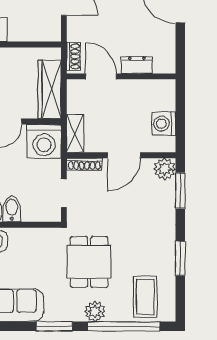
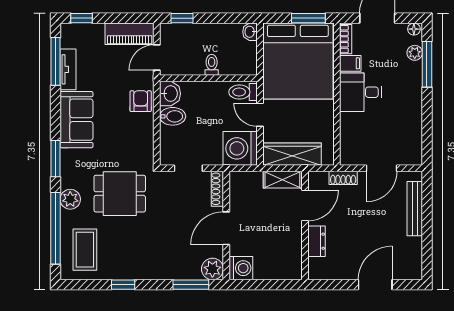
shoe rack: (73, 56) -> (343, 178), moved
washing machine: (164, 124) -> (241, 268), moved, turned 90
shelving: (75, 133) -> (282, 180), moved
door: (124, 155) -> (226, 228), hinge flipped
window: (180, 259) -> (123, 285), width x0.67
coffee table: (145, 297) -> (85, 250), turned 90

